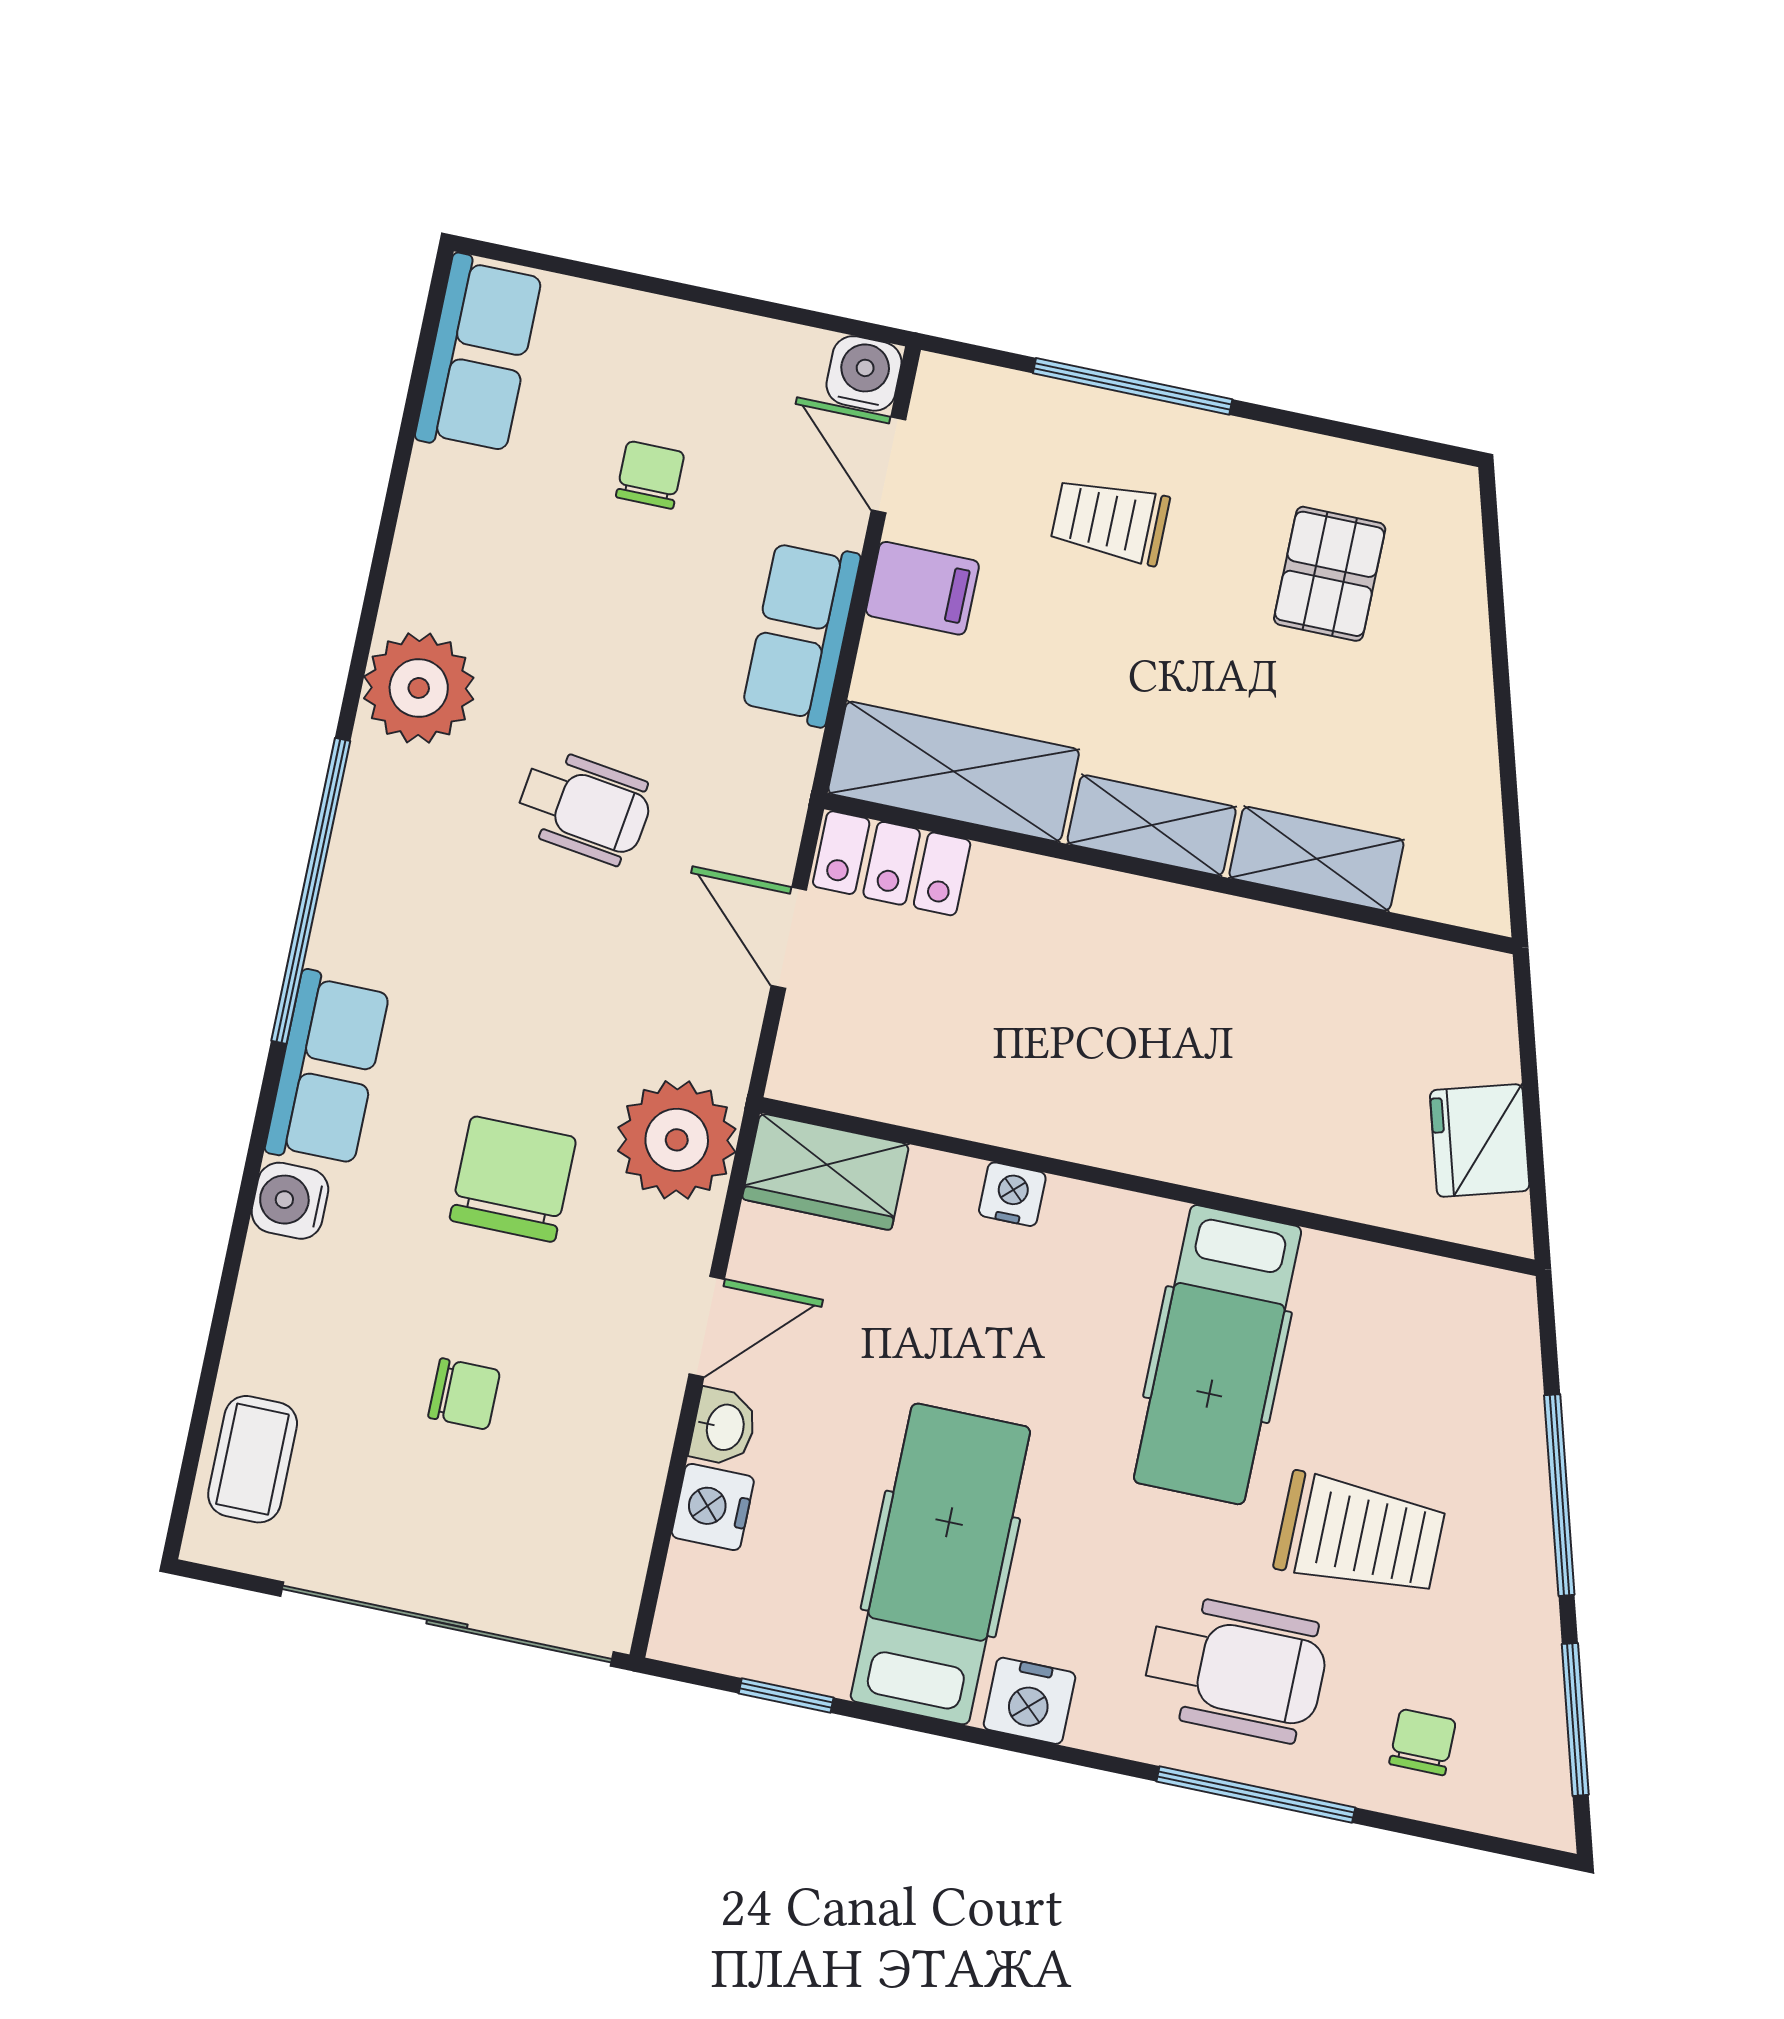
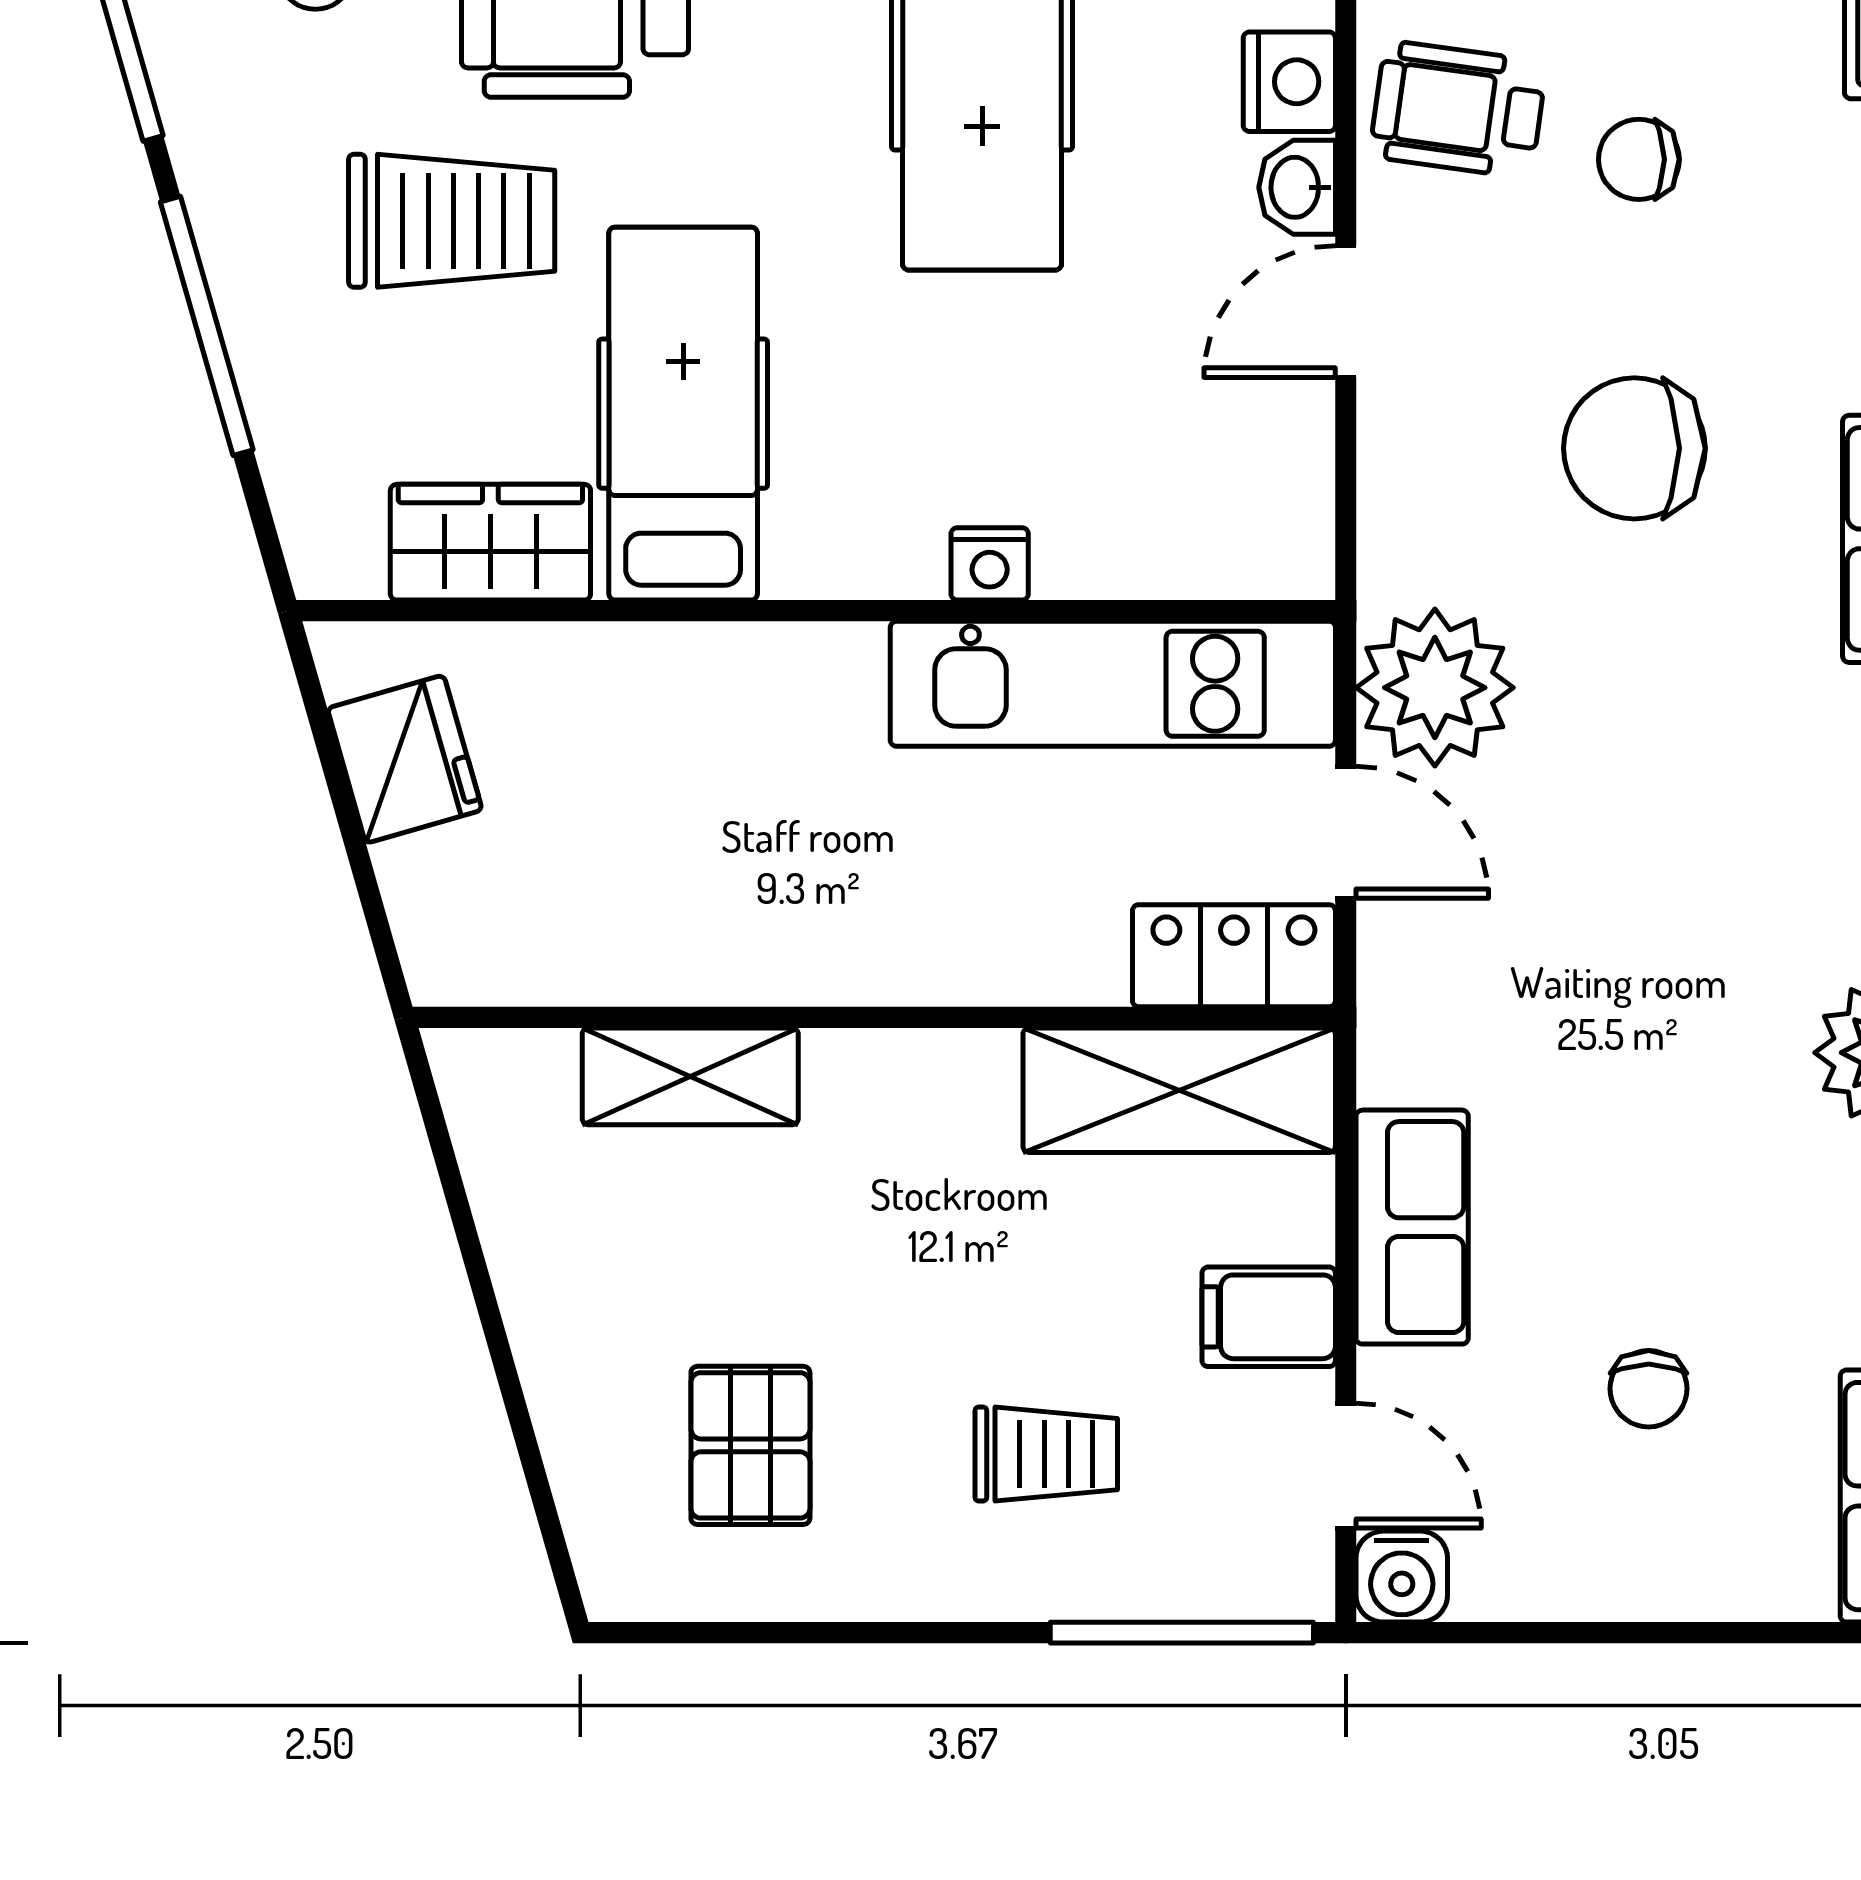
window: (1133, 386) -> (1182, 1633), moved
wheelchair: (584, 807) -> (1458, 109), moved
shelving: (1152, 825) -> (911, 1075), removed
kitchen unit: (939, 1085) -> (1113, 684), added
plant: (677, 1140) -> (1435, 688), moved
wardrobe: (826, 1172) -> (490, 542), moved
chair: (513, 1179) -> (1634, 448), turned 90
trolley: (1360, 1535) -> (452, 221), turned 180

